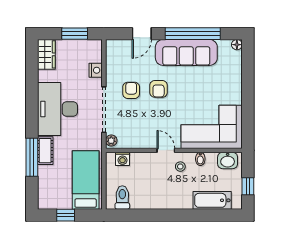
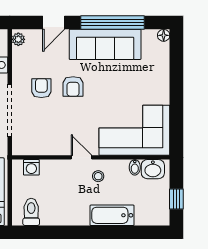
plant: (111, 141) -> (18, 39), moved
bidet: (200, 159) -> (135, 167), moved
bathtub: (212, 200) -> (112, 215), moved

